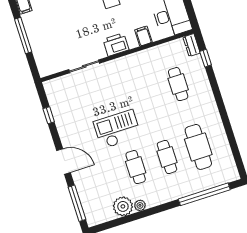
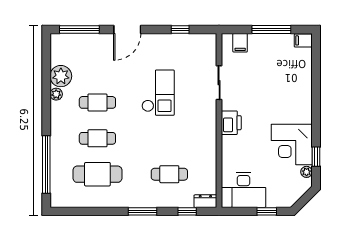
filing cabinet: (143, 36) -> (240, 43), moved, turned 90
window: (218, 97) -> (143, 211), added
checkout: (117, 129) -> (158, 93), moved

